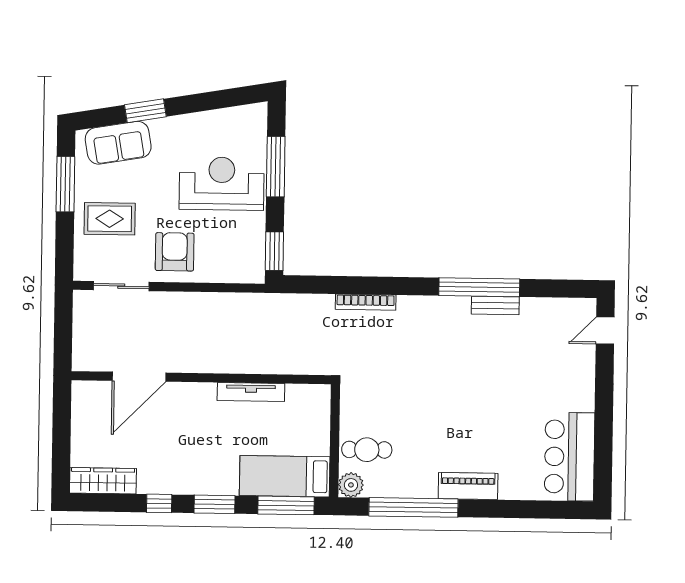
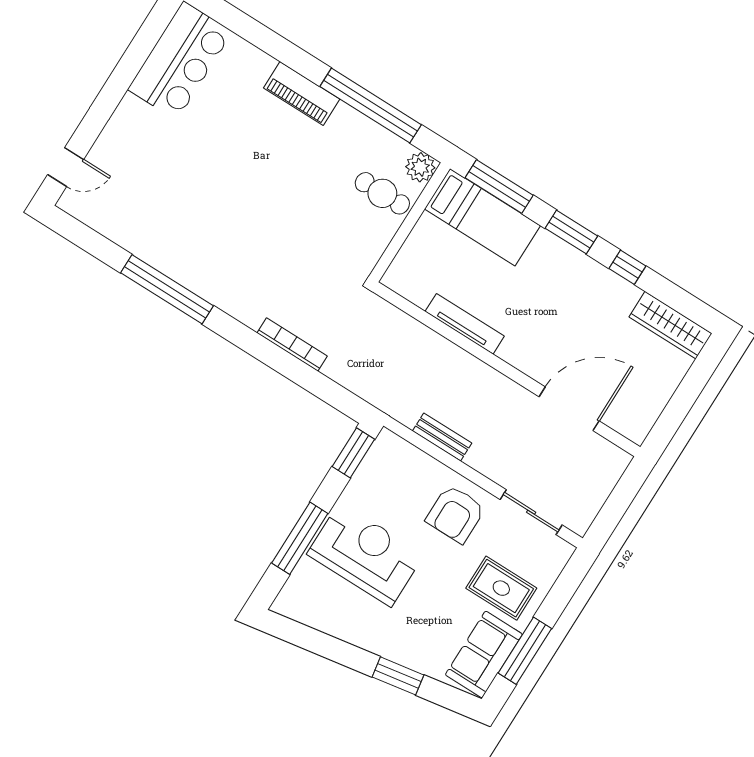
sofa: (118, 143) -> (484, 654), moved, turned -80
reception desk: (222, 184) -> (365, 554), turned 180
bench: (495, 306) -> (442, 437), moved

